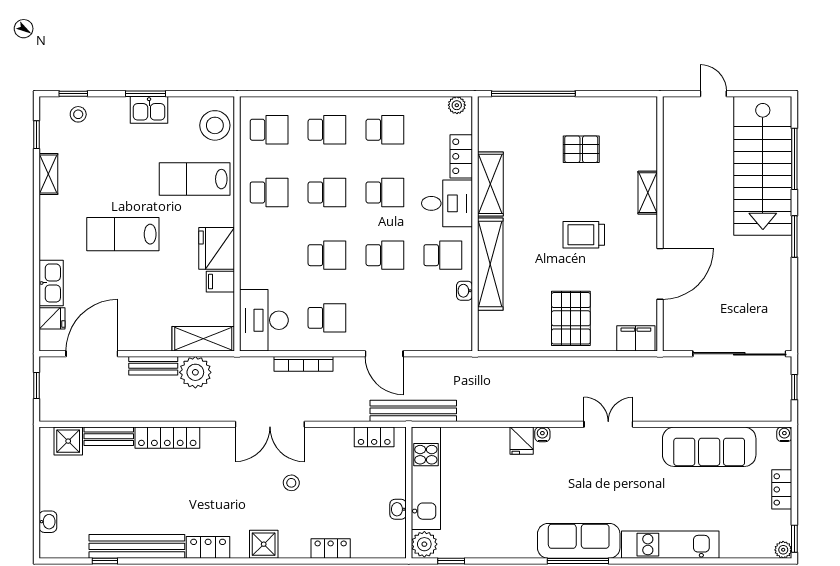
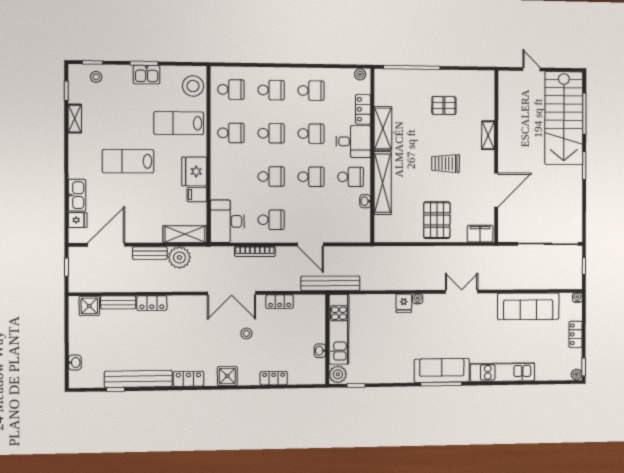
locker: (374, 437) -> (280, 302), moved
locker: (167, 438) -> (152, 303), width x0.66

